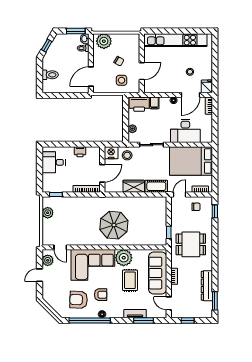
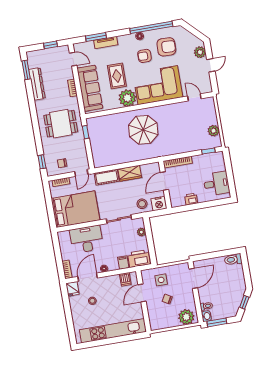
toilet: (50, 75) -> (233, 259), moved
dishwasher: (155, 87) -> (125, 279), added
plant: (48, 260) -> (200, 52), moved

